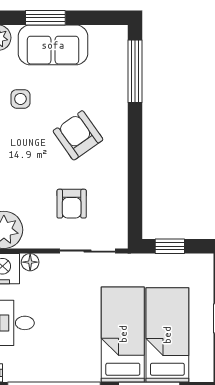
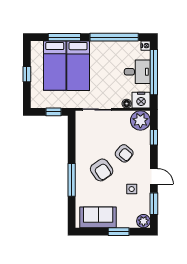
sofa: (53, 45) -> (98, 217), moved
window: (135, 71) -> (72, 180), moved
armchair: (72, 204) -> (124, 153), moved, turned 130

